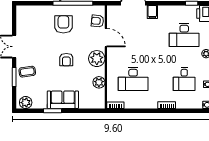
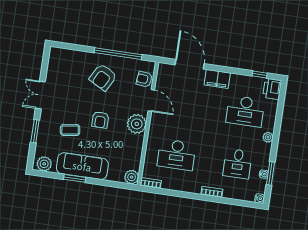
filing cabinet: (152, 12) -> (217, 79), width x2.00
armchair: (63, 24) -> (103, 77), turned -152
coffee table: (27, 72) -> (70, 130), moved
plant: (99, 82) -> (132, 177), moved
sofa: (63, 100) -> (82, 166), width x1.36

